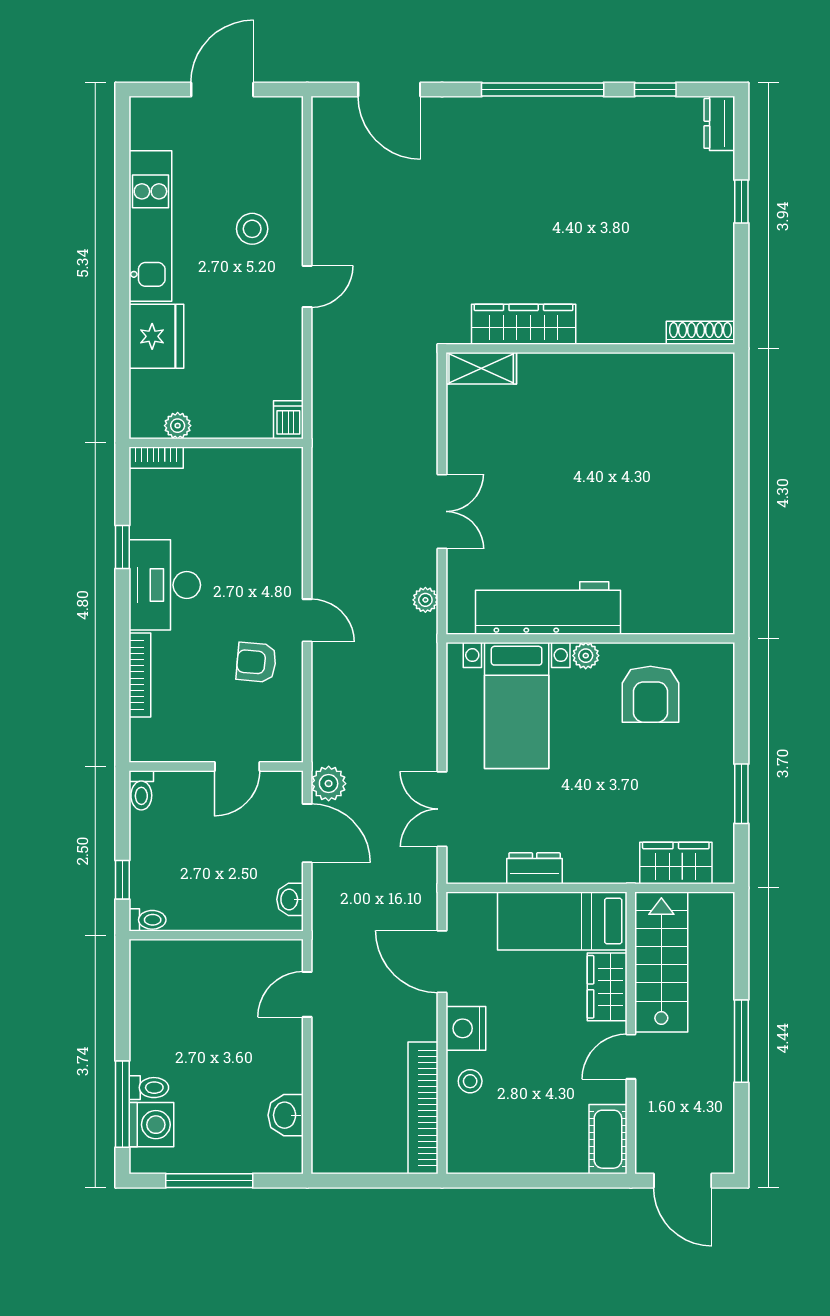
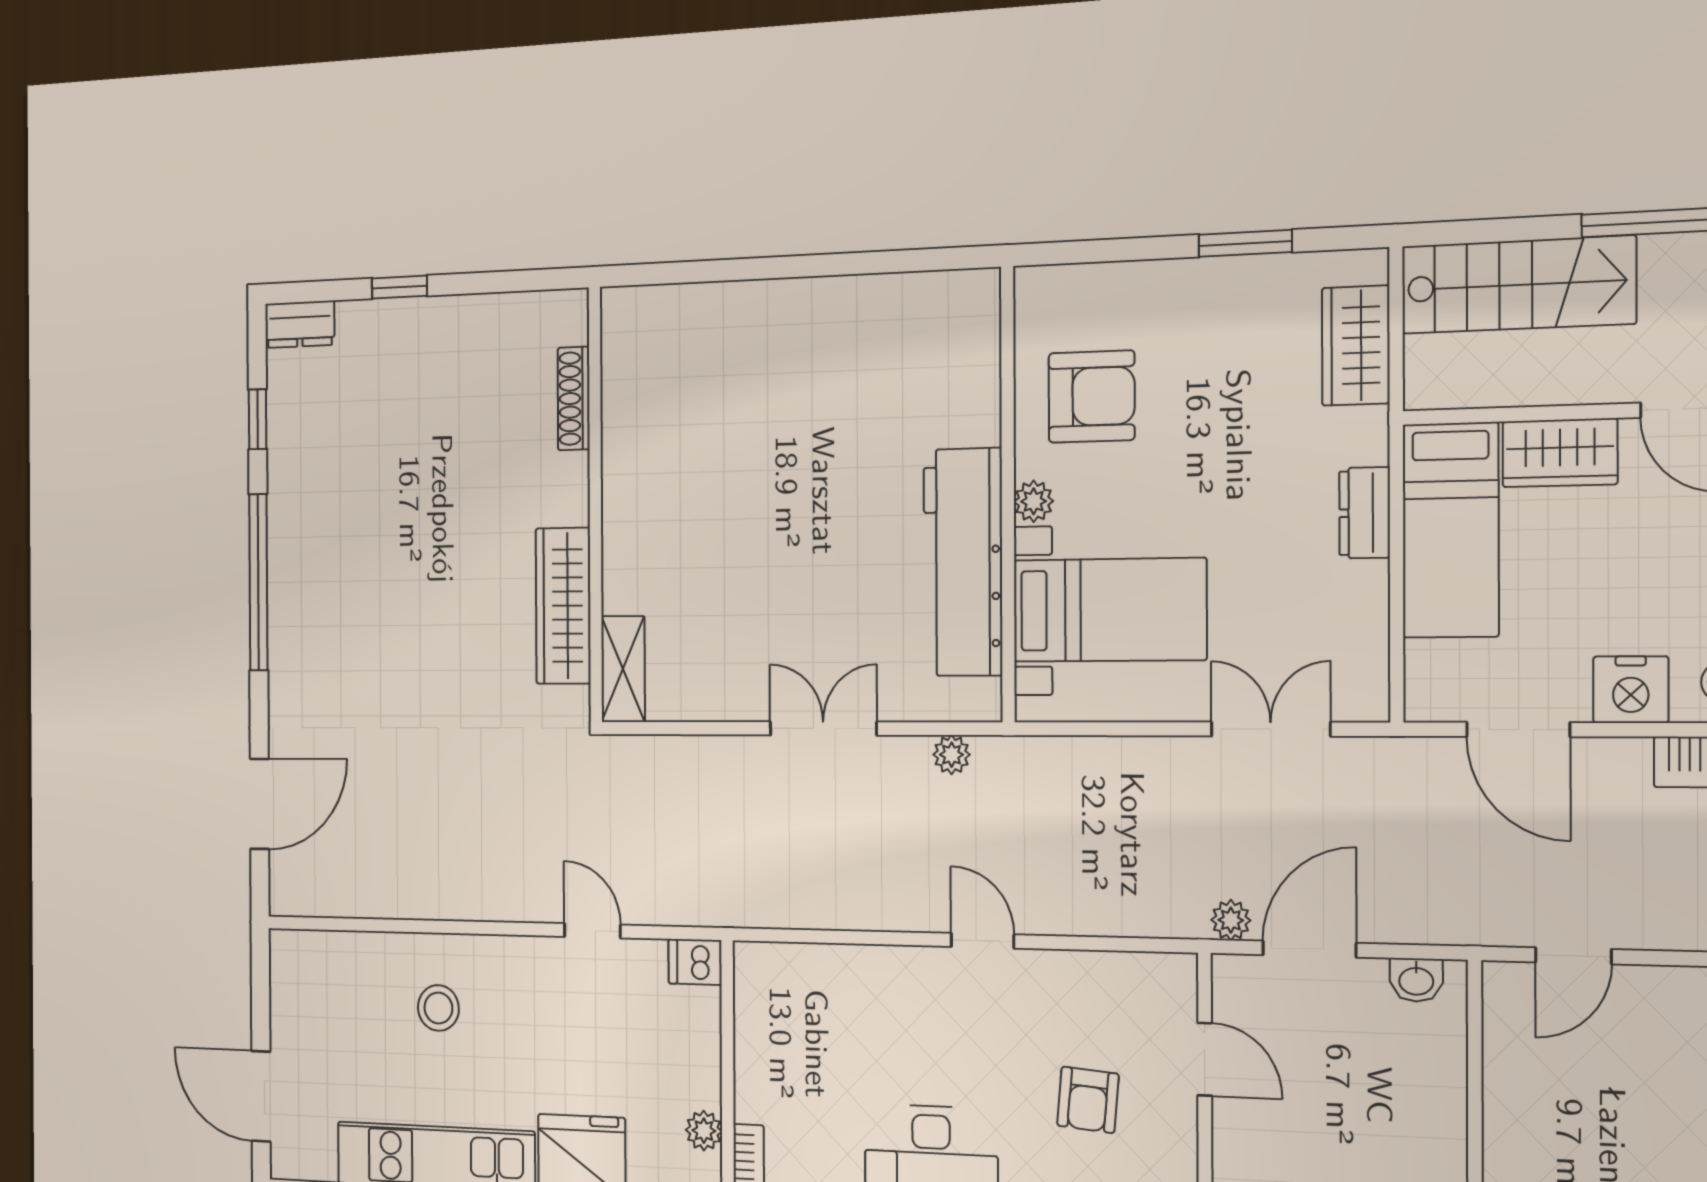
door: (222, 90) -> (261, 1096), moved
door: (307, 286) -> (592, 931), moved
shoe rack: (700, 333) -> (574, 398), moved
door: (307, 620) -> (983, 941), hinge flipped
armchair: (256, 662) -> (1088, 1100), moved
plant: (329, 784) -> (1231, 920), width x0.73, depth x0.73
double door: (442, 809) -> (1271, 729), swing flipped
dresser: (535, 868) -> (1365, 513), moved
door: (442, 962) -> (1518, 730), hinge flipped
stairs: (661, 962) -> (1518, 285), moved, turned 180
door: (307, 994) -> (1573, 956), hinge flipped

